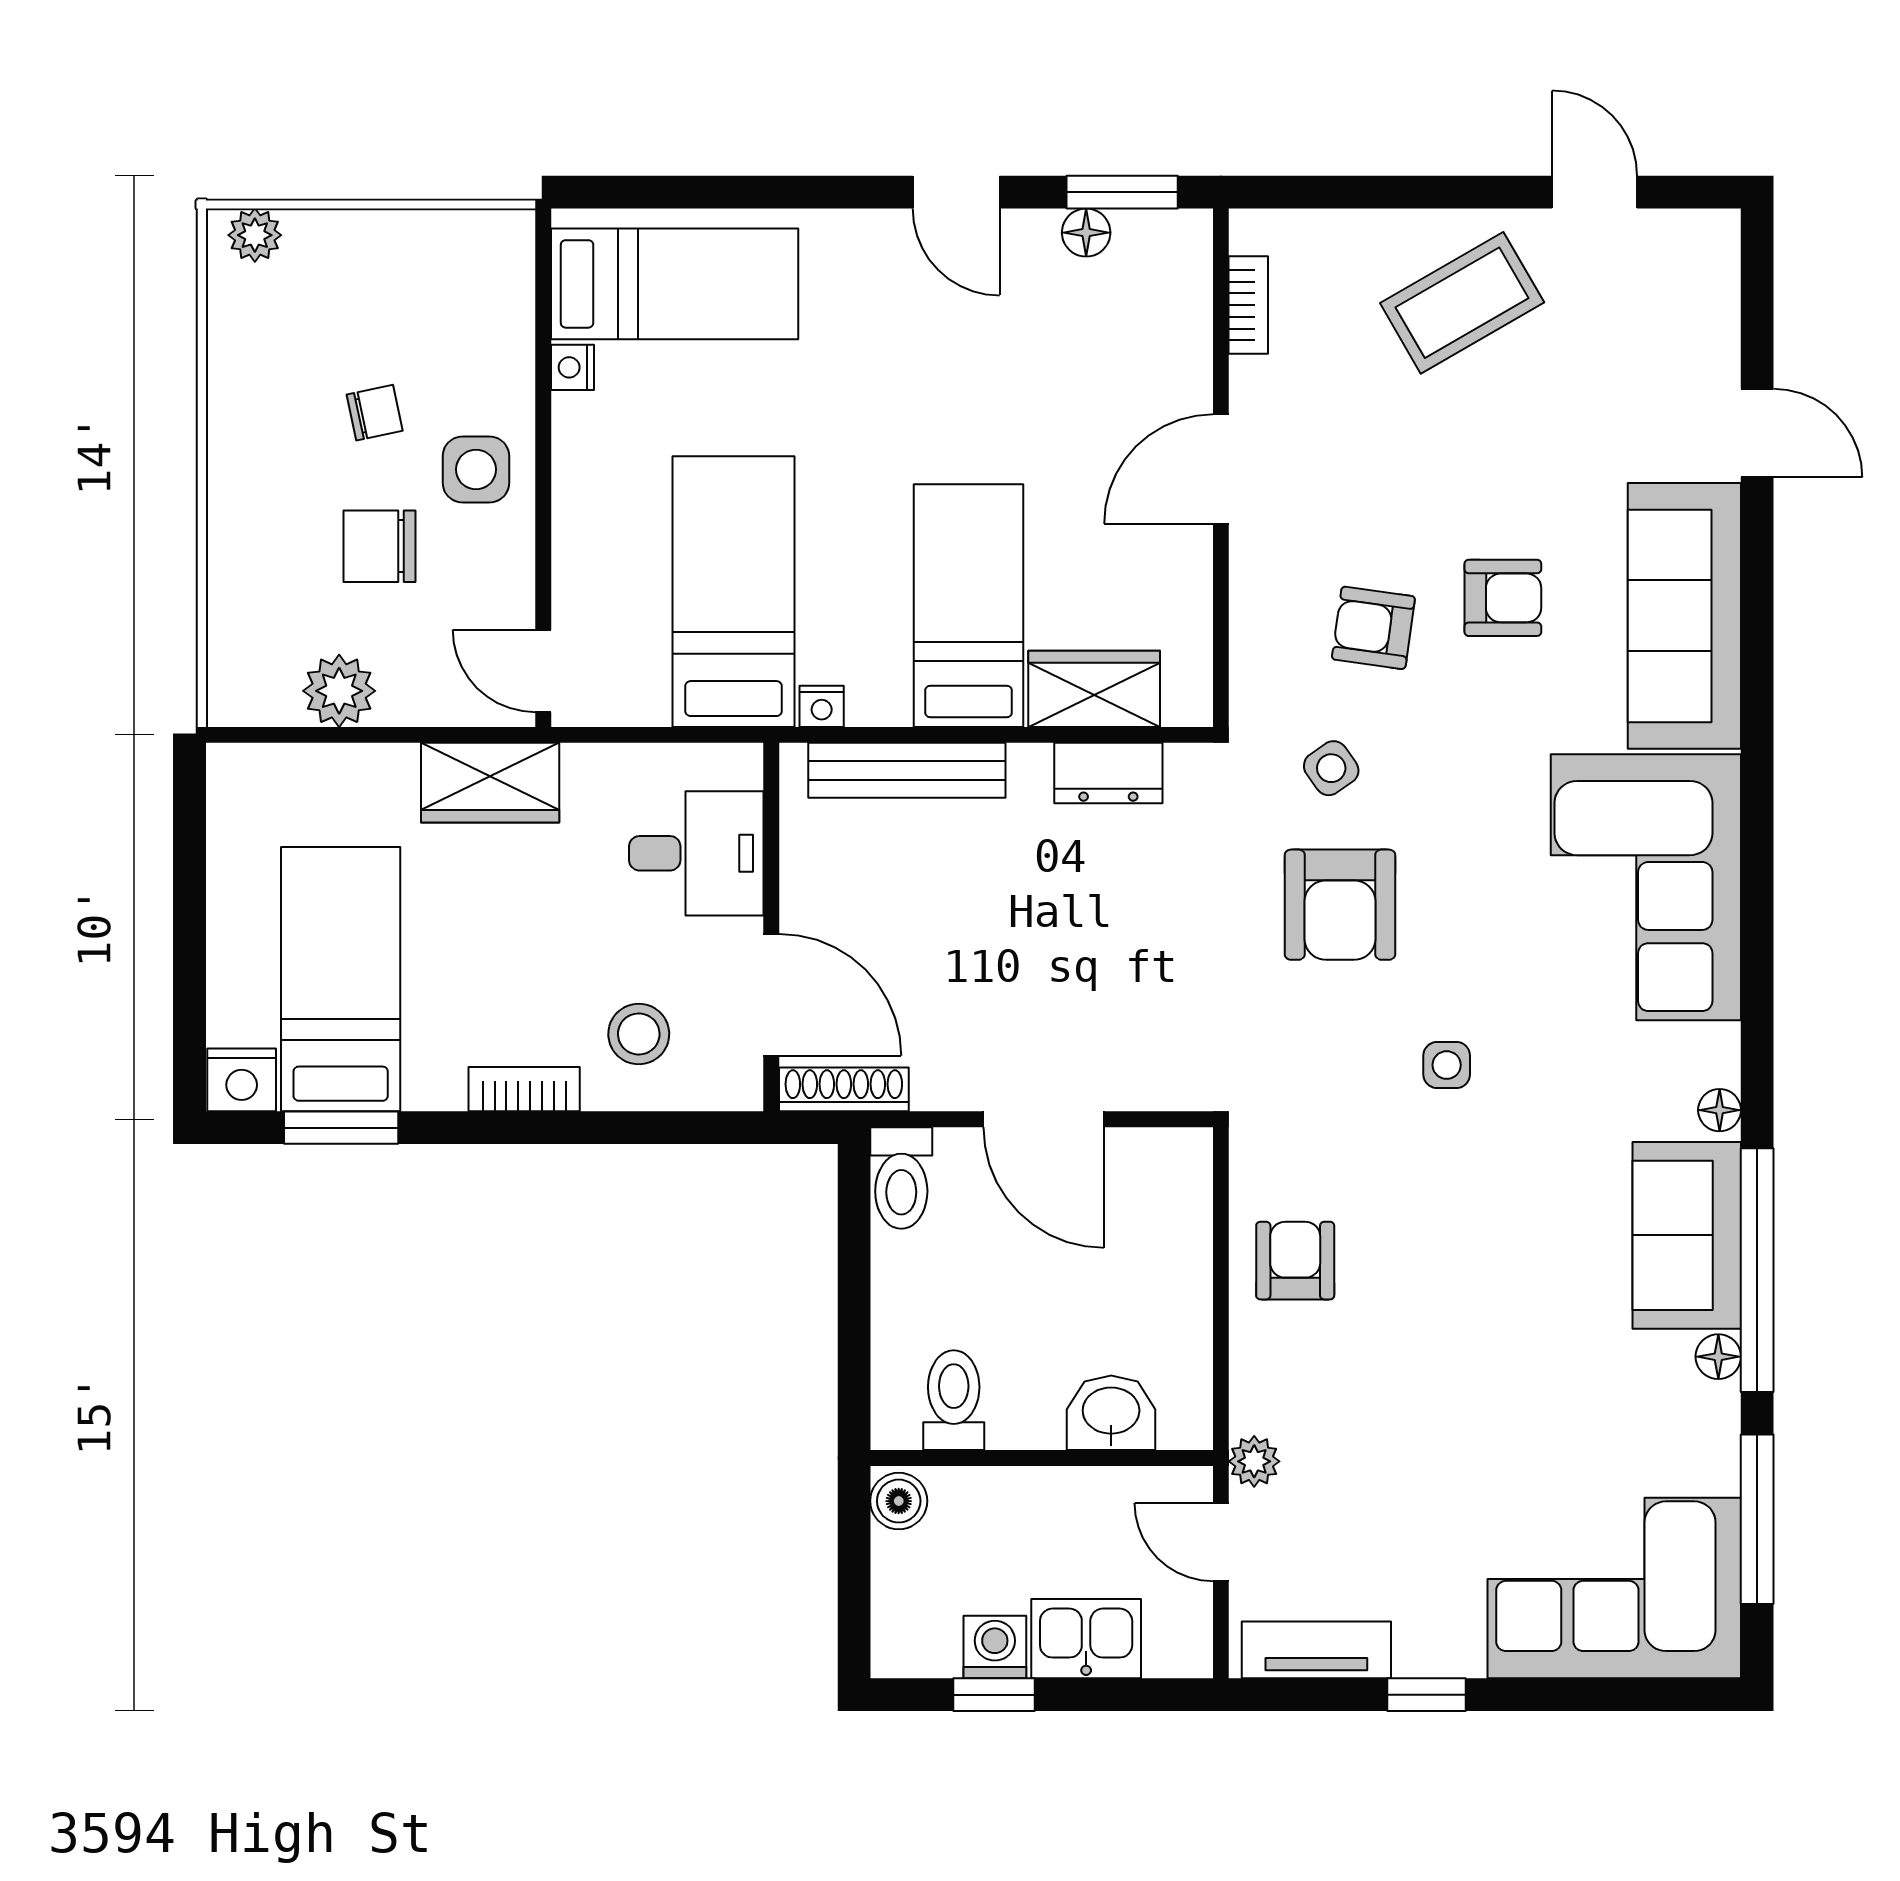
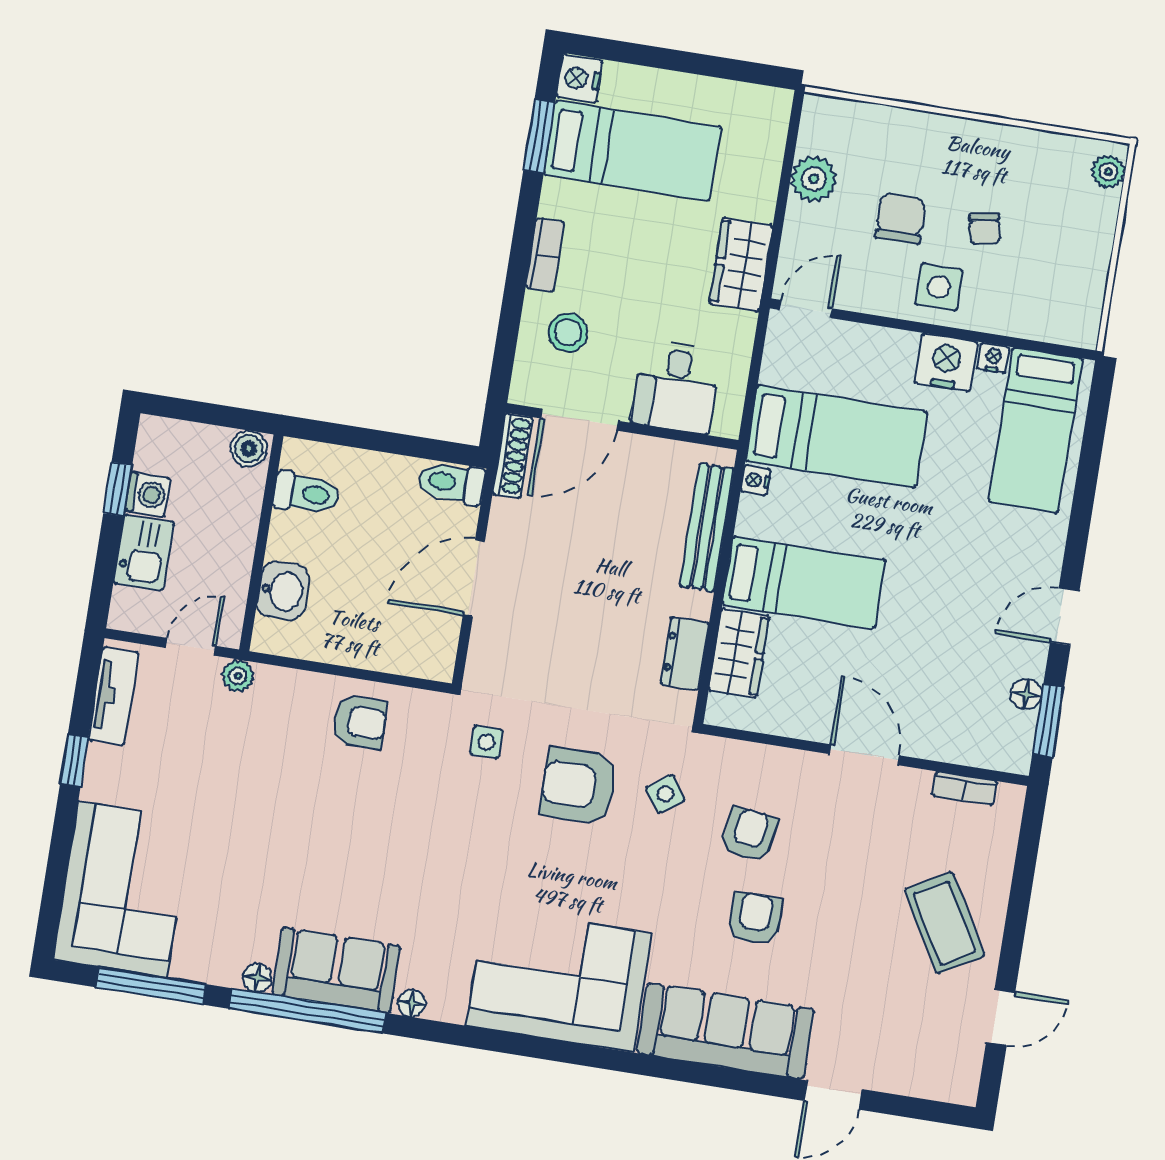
nightstand: (591, 440) -> (946, 362), added
armchair: (1503, 598) -> (755, 919), turned 180
side table: (1447, 1065) -> (487, 742), moved

